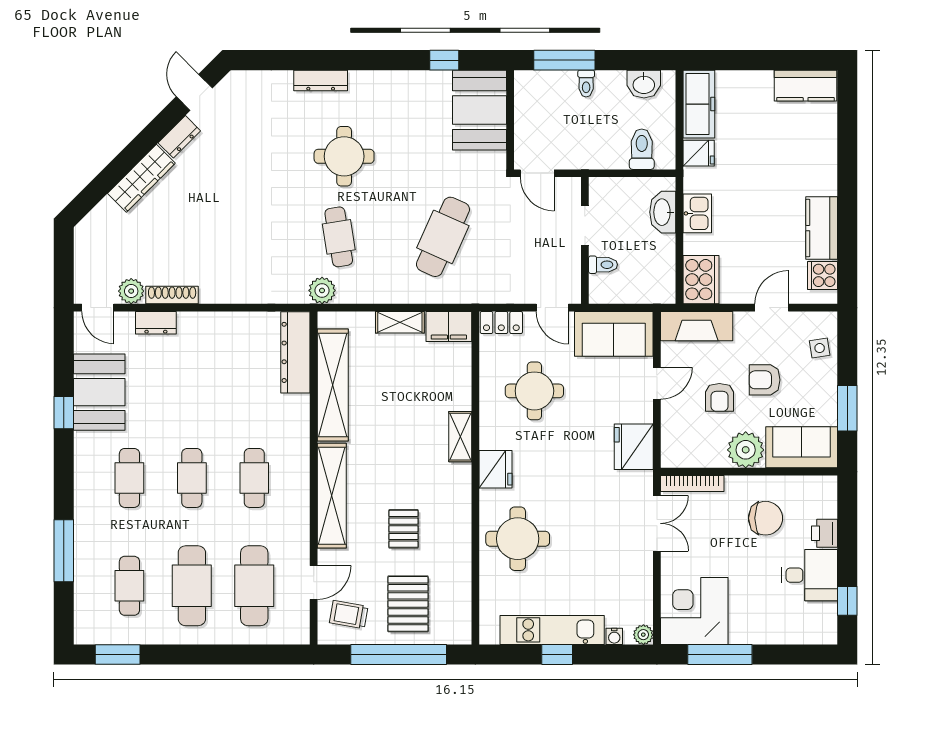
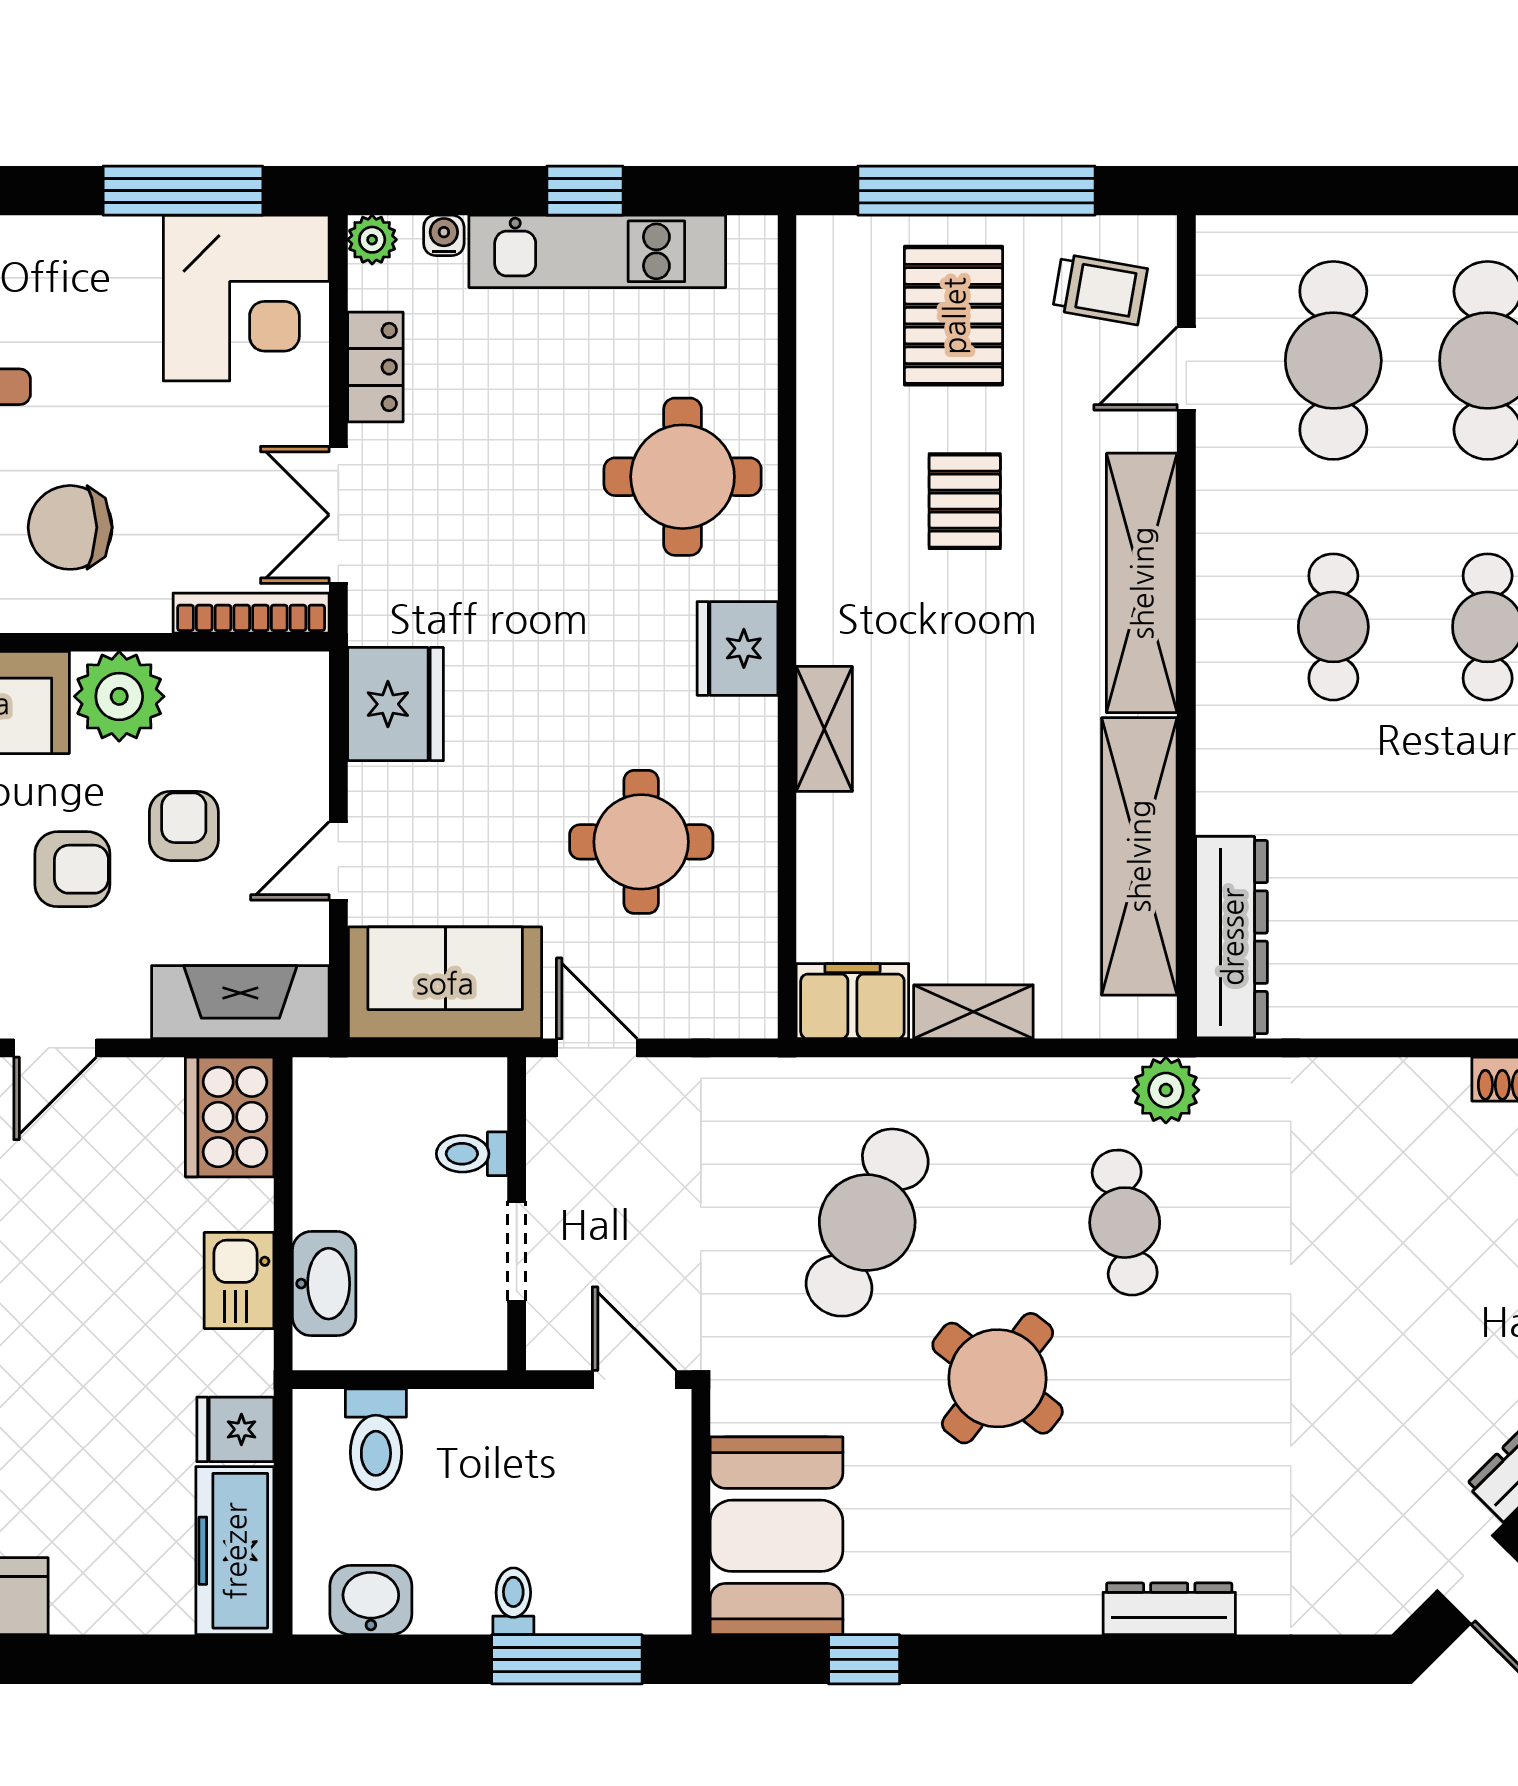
round table: (344, 156) -> (998, 1378), moved, turned 38
locker: (501, 323) -> (375, 367), moved, turned 90

